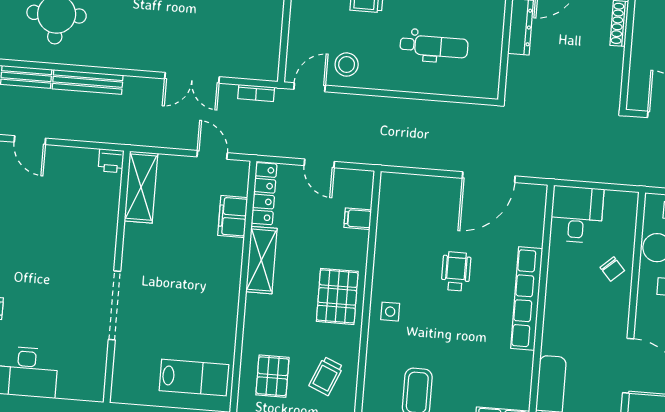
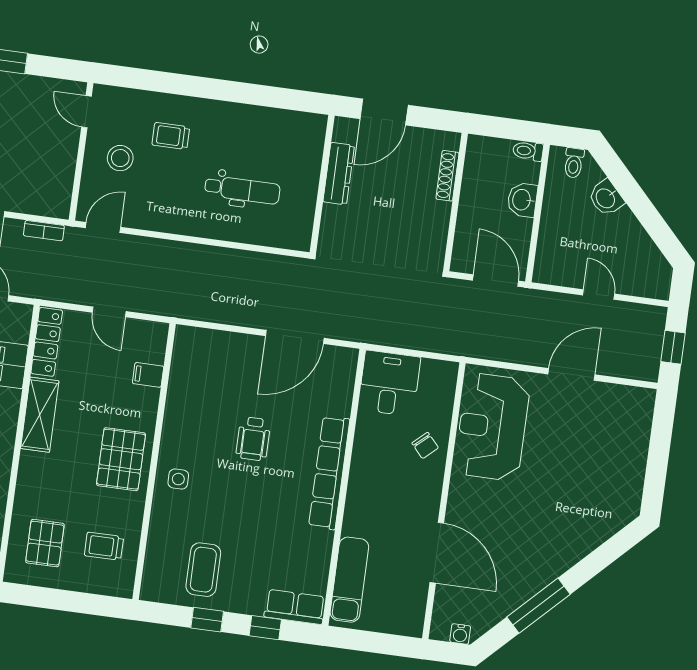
stool: (347, 65) -> (120, 158), moved
wheelchair: (456, 271) -> (253, 439), turned 180
trolley: (326, 376) -> (104, 546), turned 67

